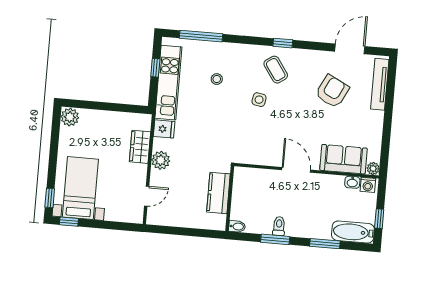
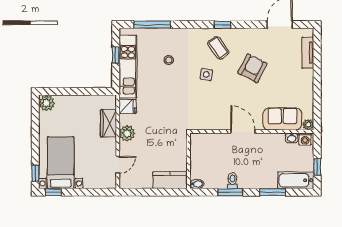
tv unit: (380, 84) -> (308, 53), width x0.71
armchair: (332, 91) -> (252, 68), moved
kitchen counter: (218, 193) -> (170, 180), moved, turned 90

